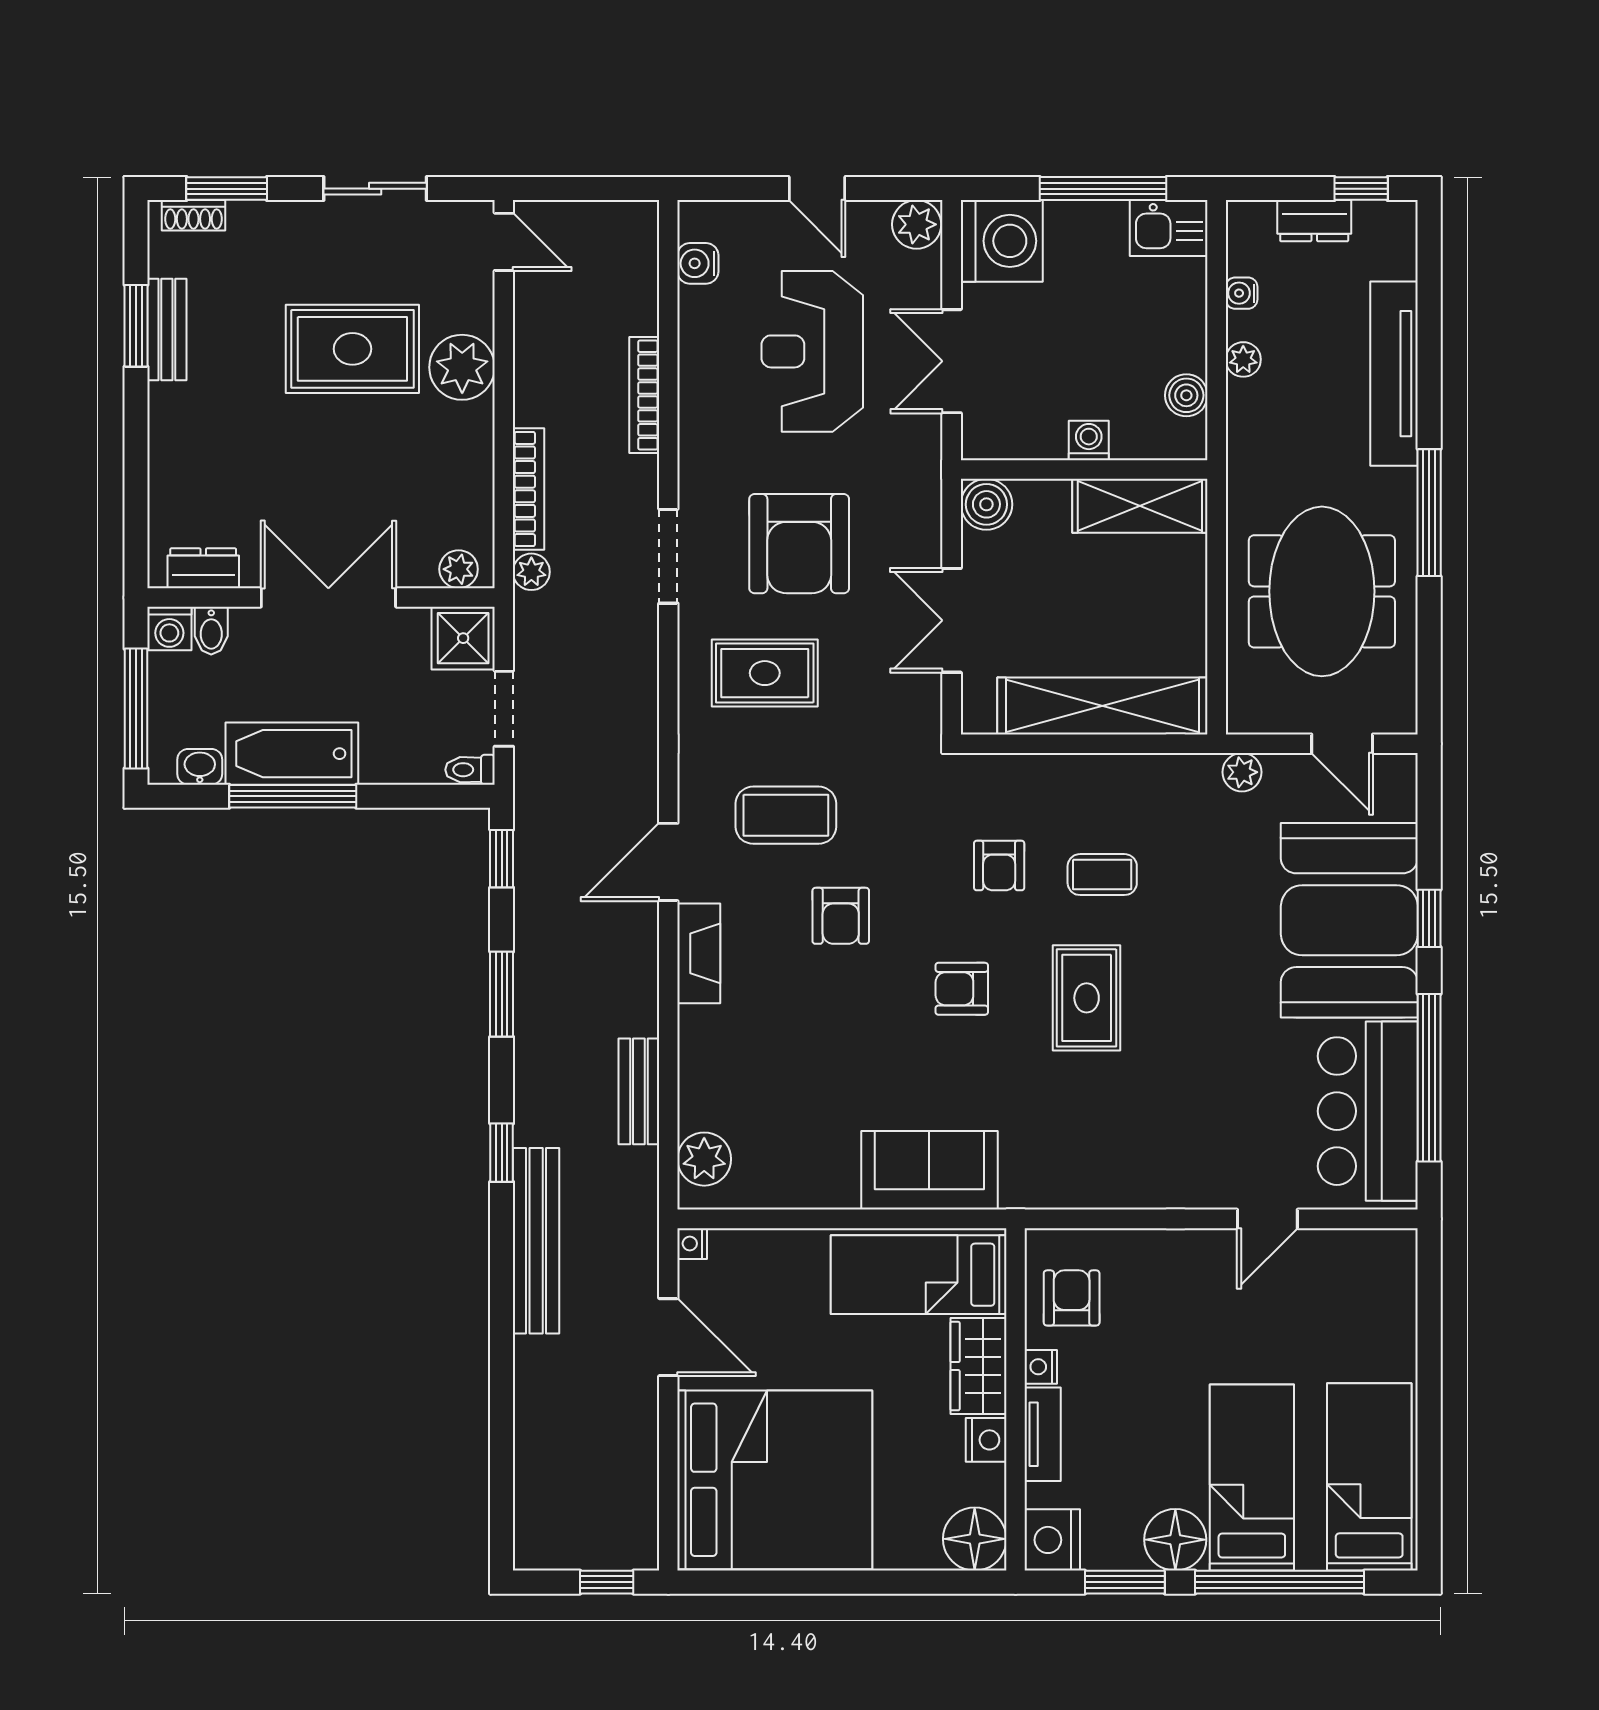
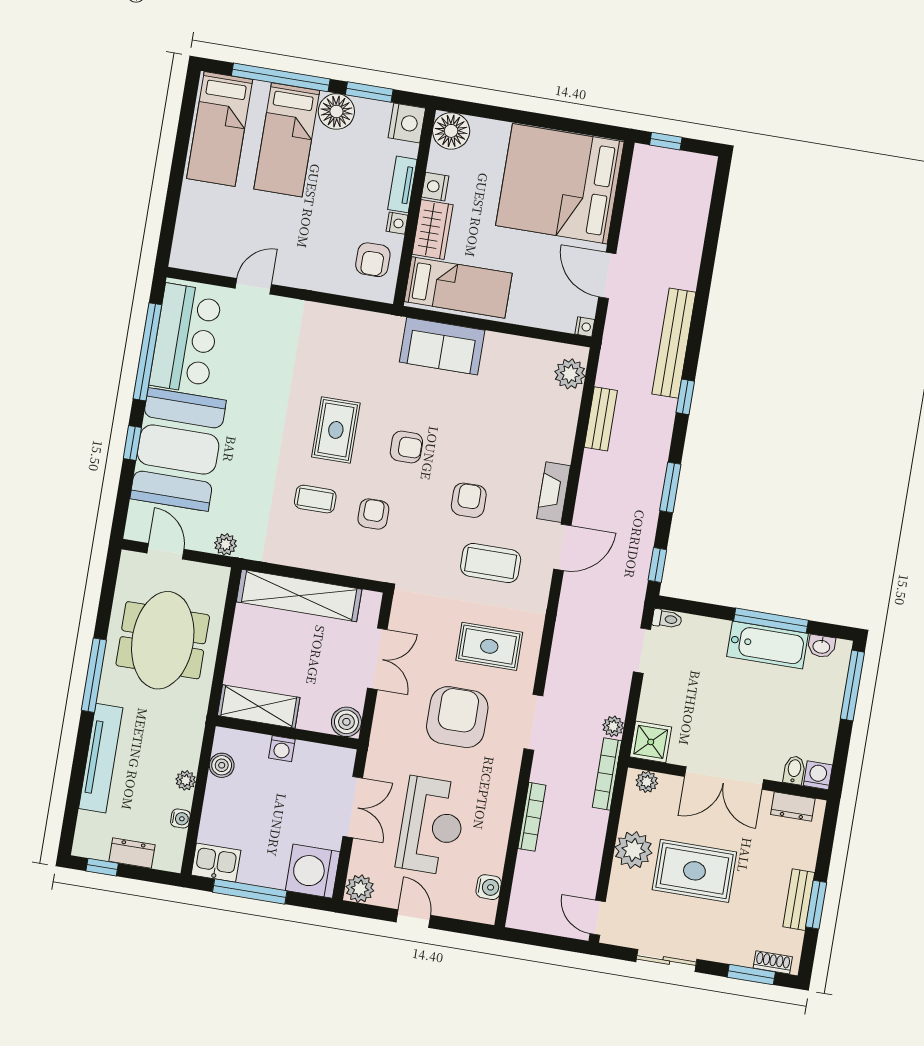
dresser: (203, 568) -> (793, 807), moved
plant: (459, 569) -> (647, 782), moved
wall: (321, 597) -> (728, 779), moved
double door: (328, 597) -> (724, 778), moved
washing machine: (169, 629) -> (818, 775), moved
bidet: (211, 631) -> (794, 770), moved
shower: (463, 638) -> (651, 742), moved

